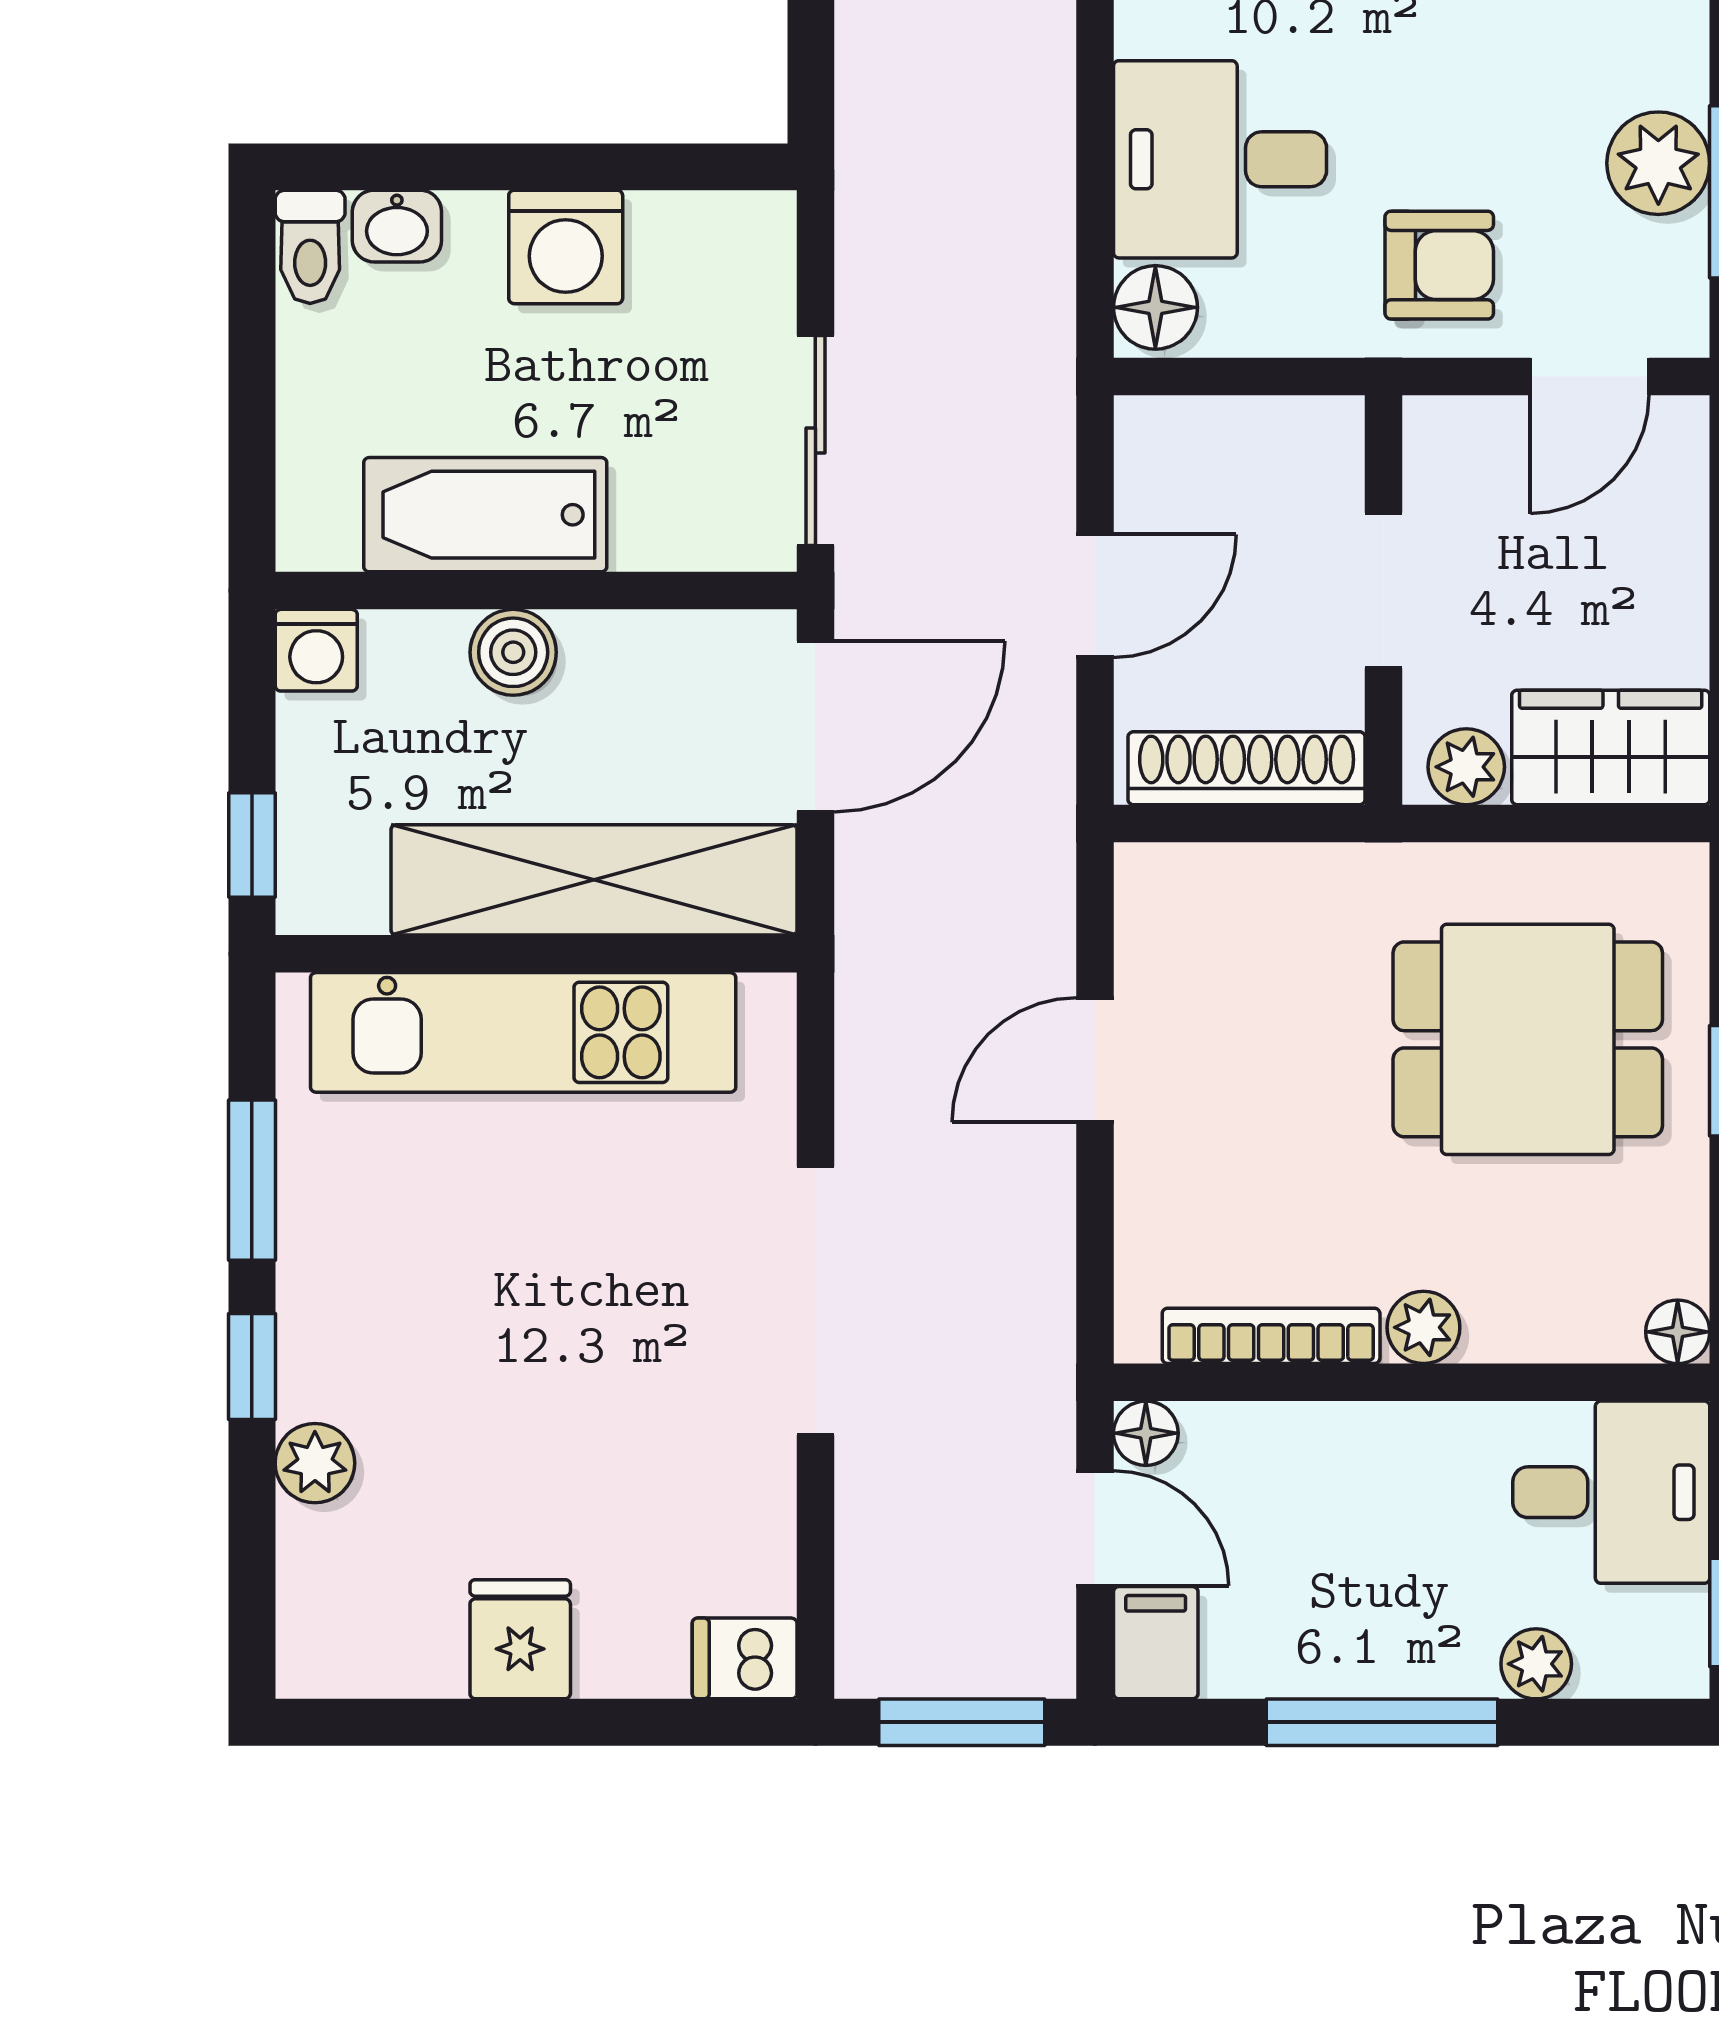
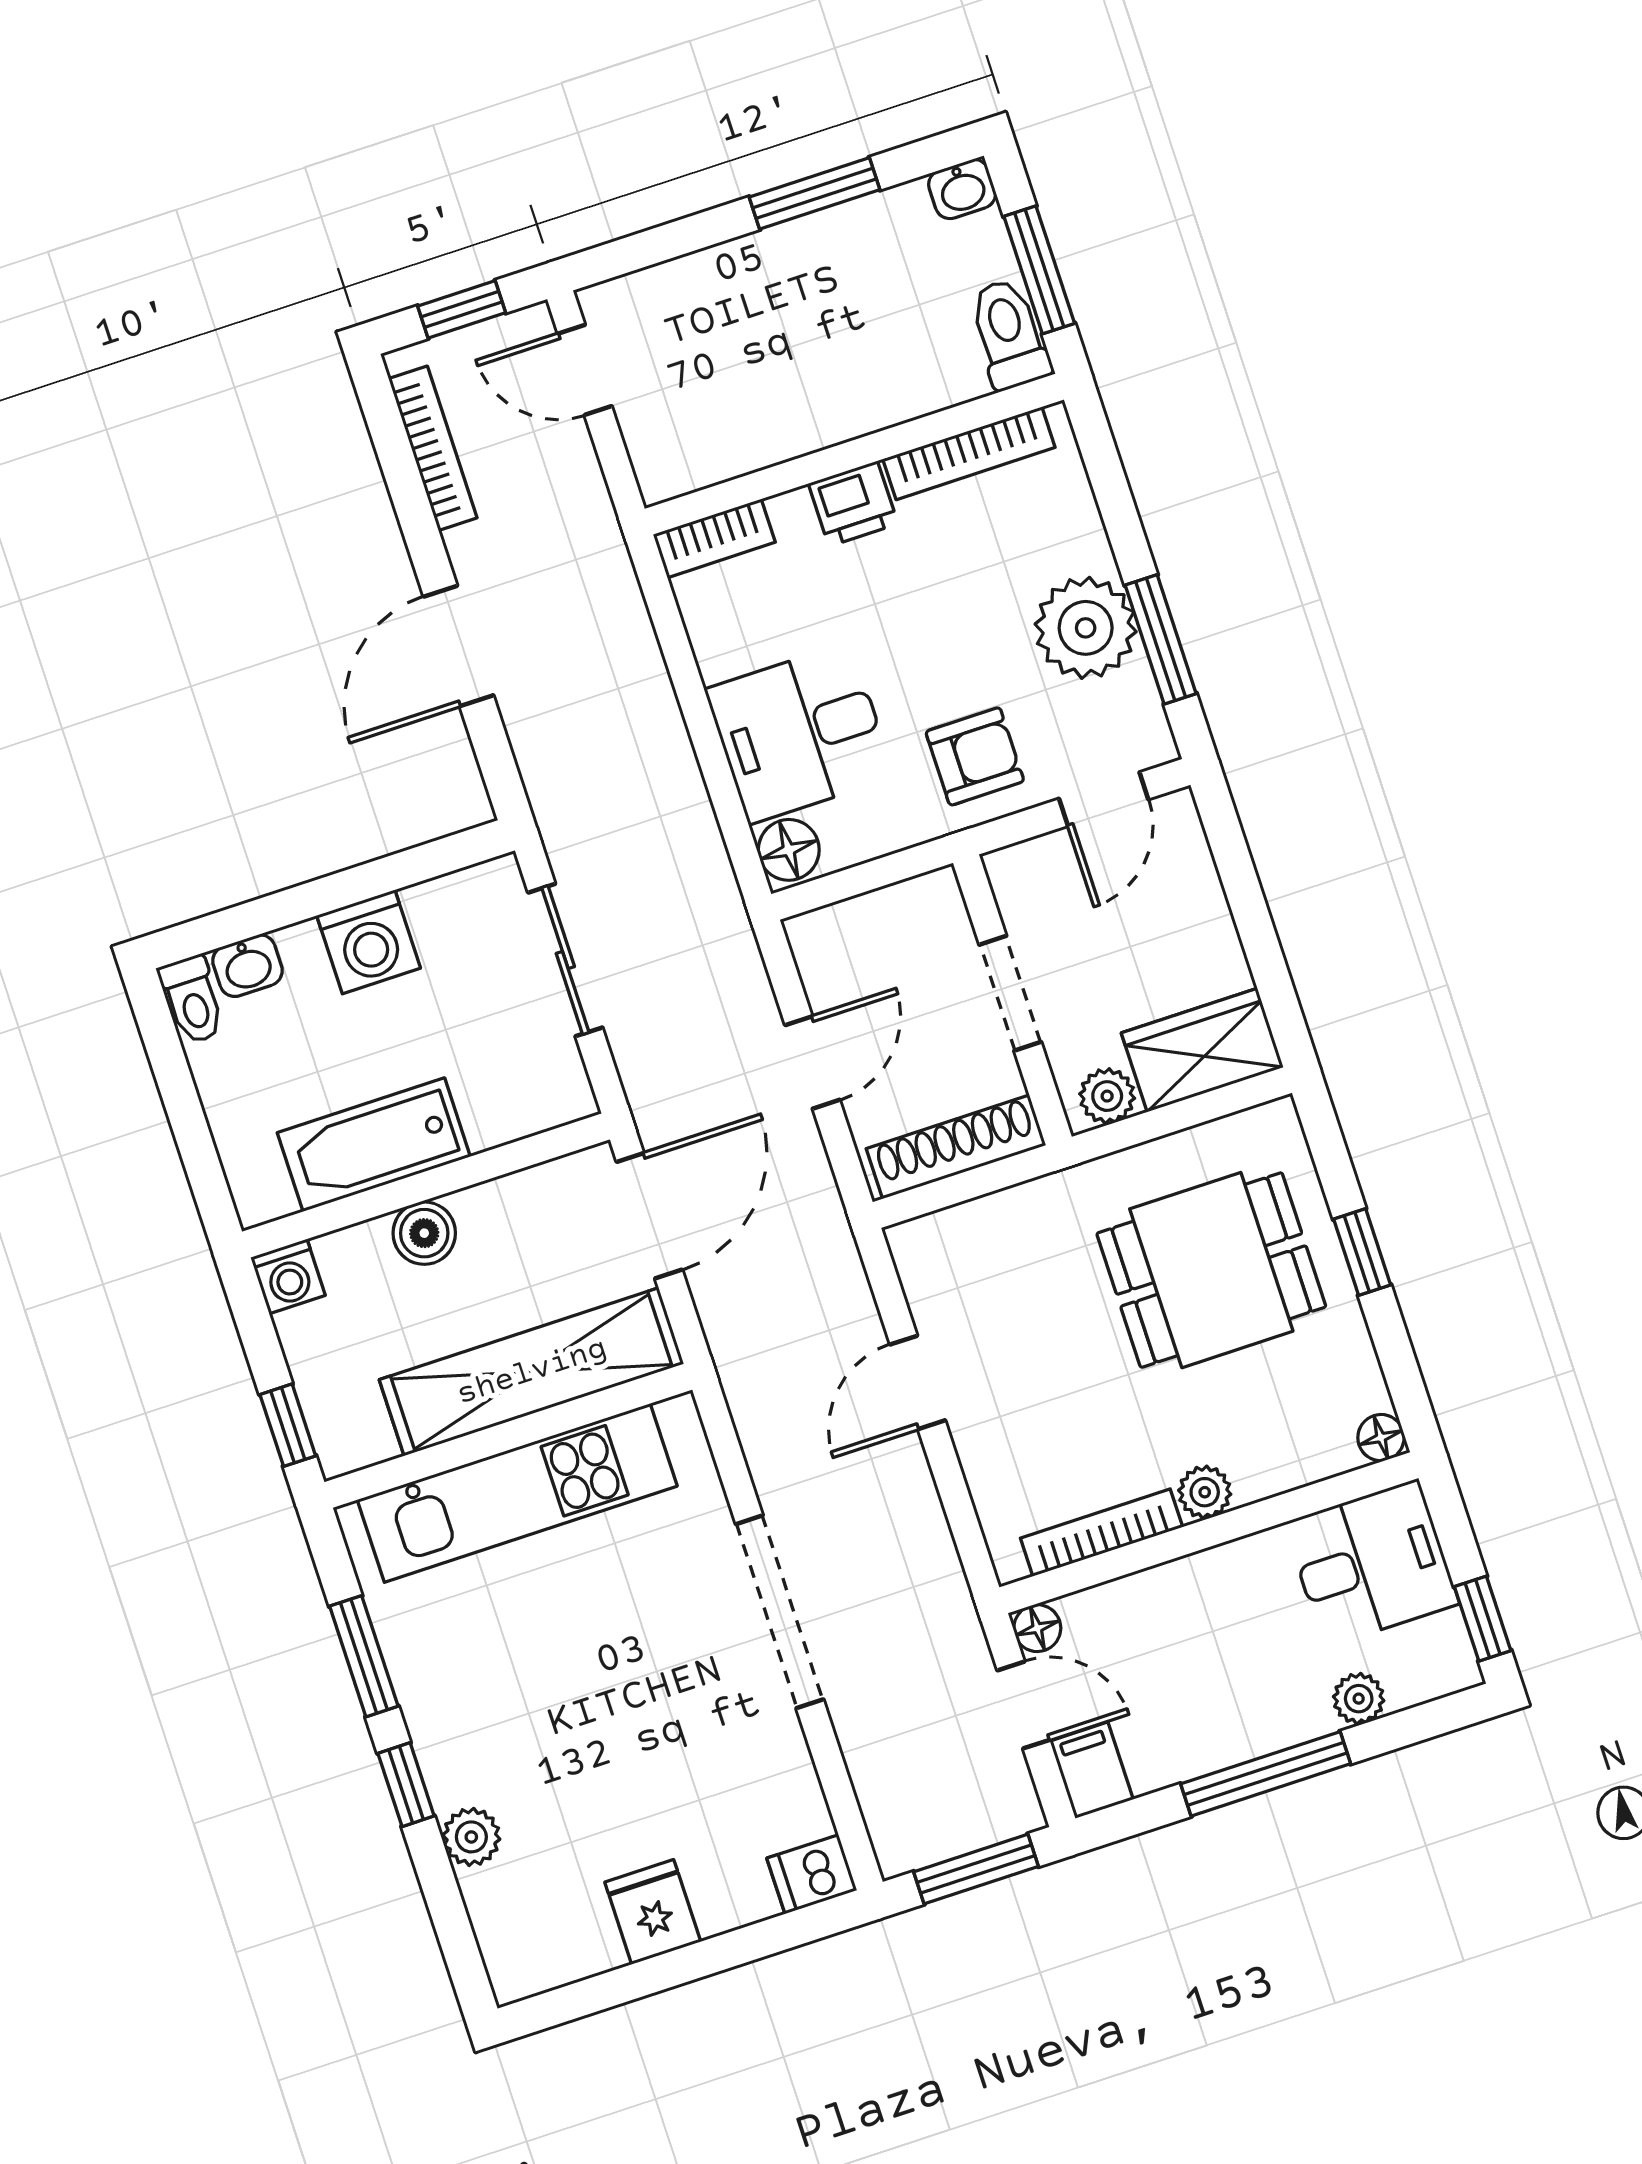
plant: (1658, 163) -> (1086, 628), width x1.36, depth x1.36
sliding door: (815, 440) -> (565, 960), moved

